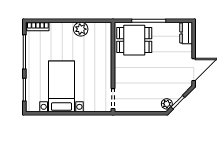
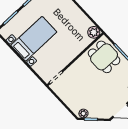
plant: (81, 29) -> (94, 32), moved

